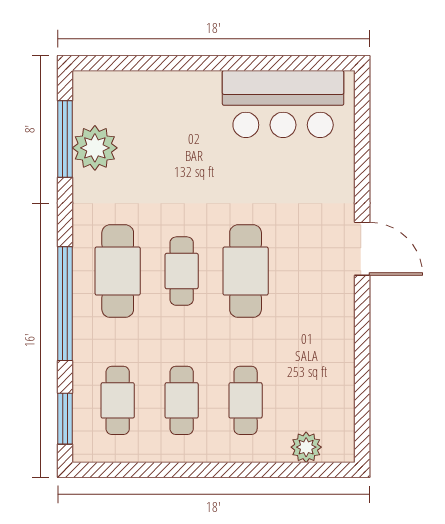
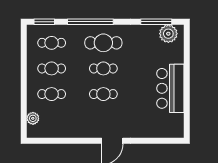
bar counter: (283, 104) -> (170, 88), moved
plant: (95, 148) -> (168, 34), moved
cafe table: (246, 271) -> (103, 94), width x0.73, depth x0.74

